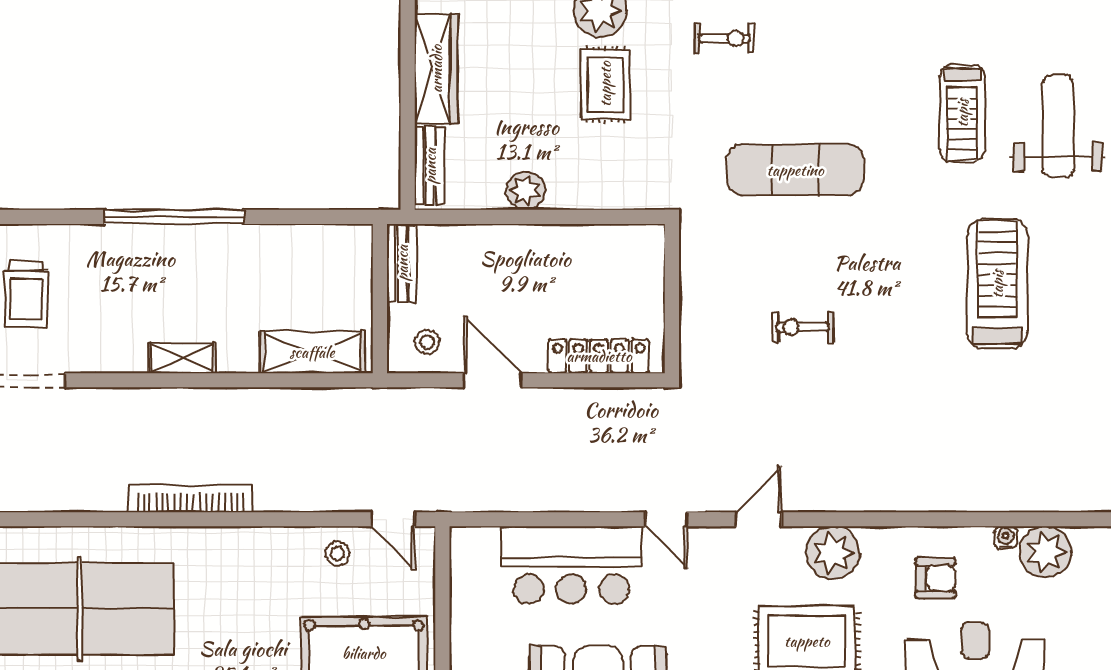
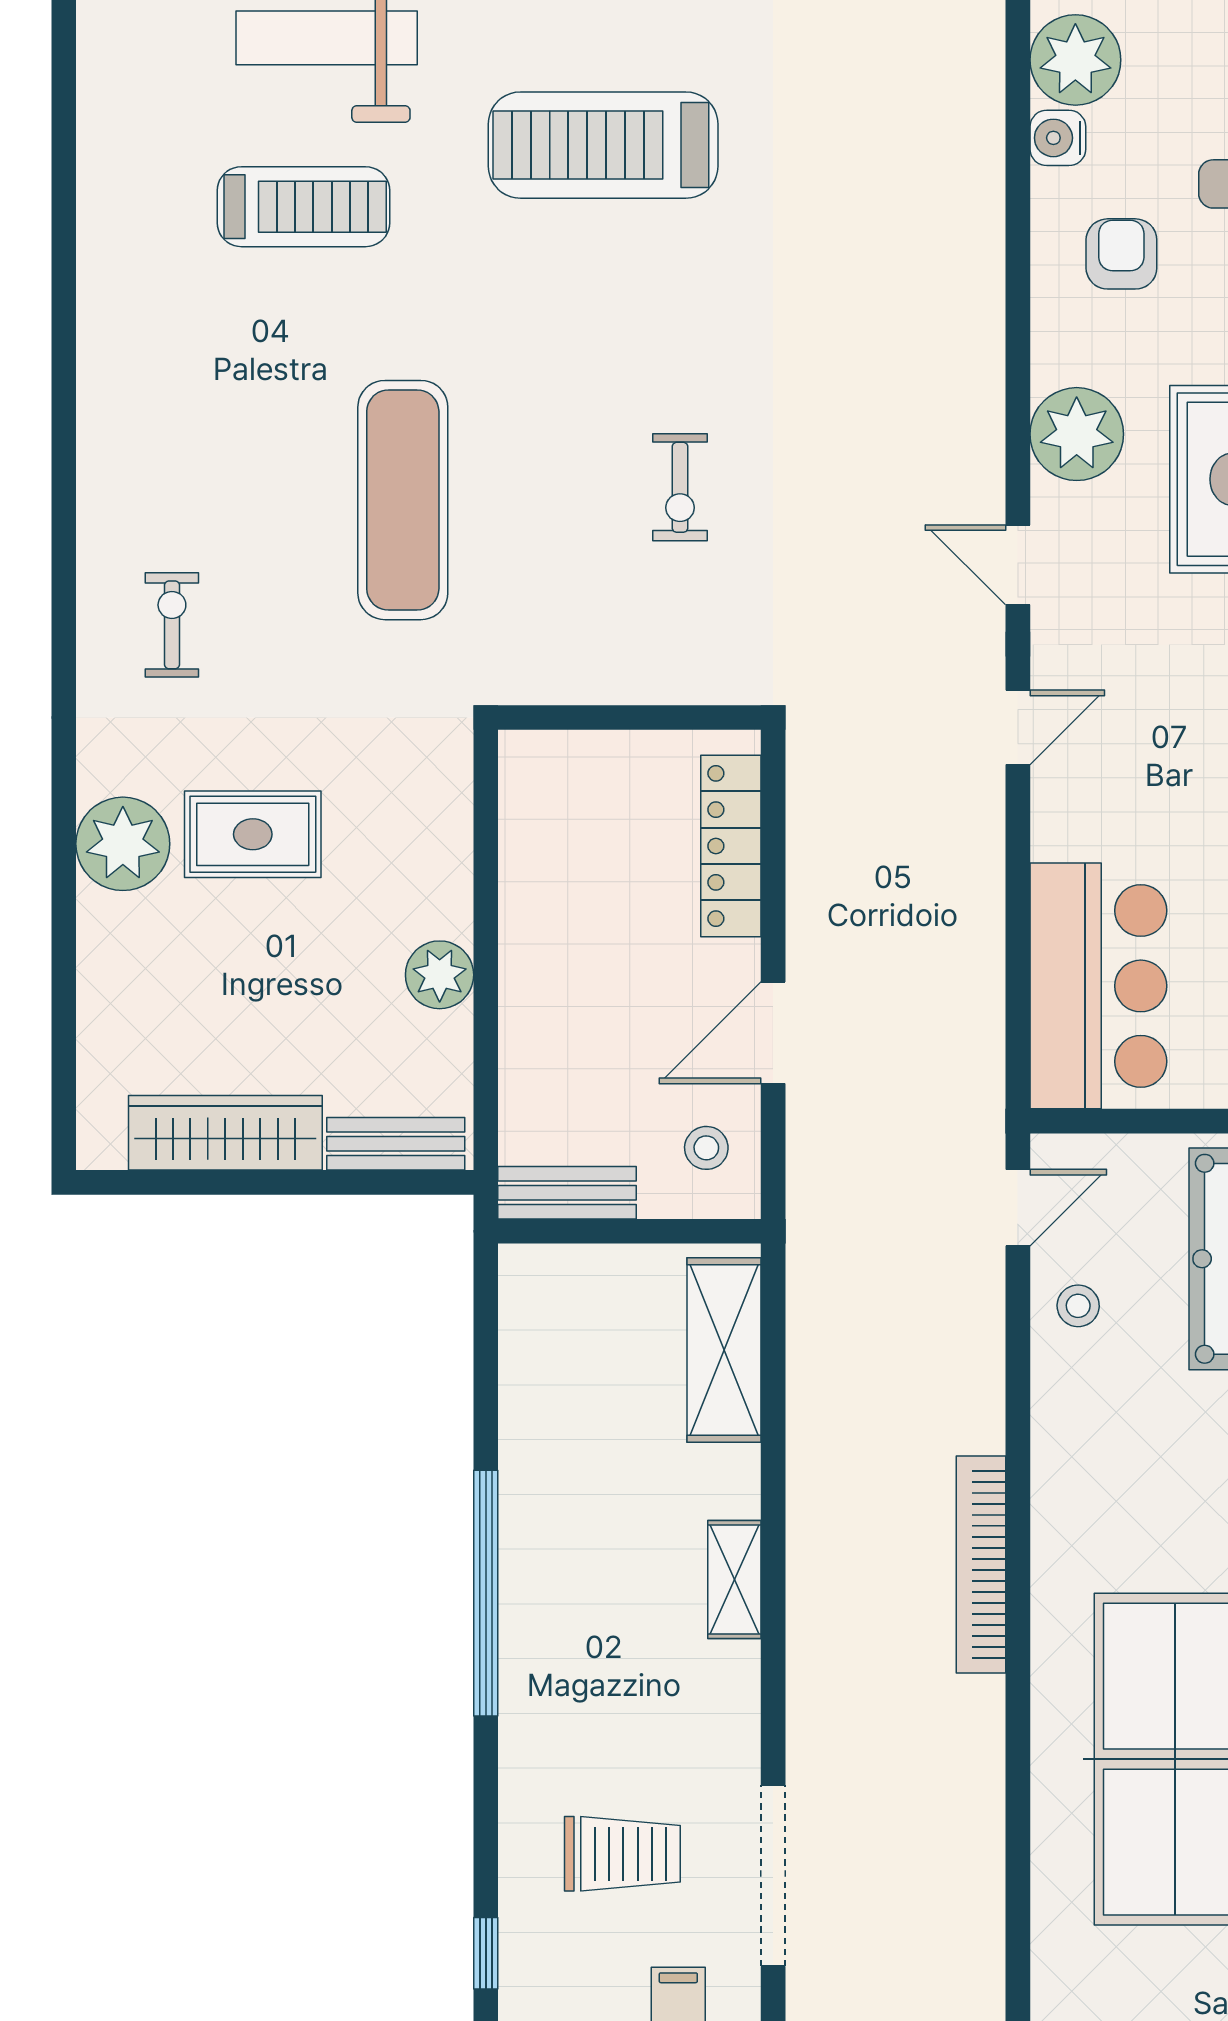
water cooler: (1006, 538) -> (1058, 138), width x1.38, depth x1.38
bar counter: (571, 565) -> (1098, 986), moved

